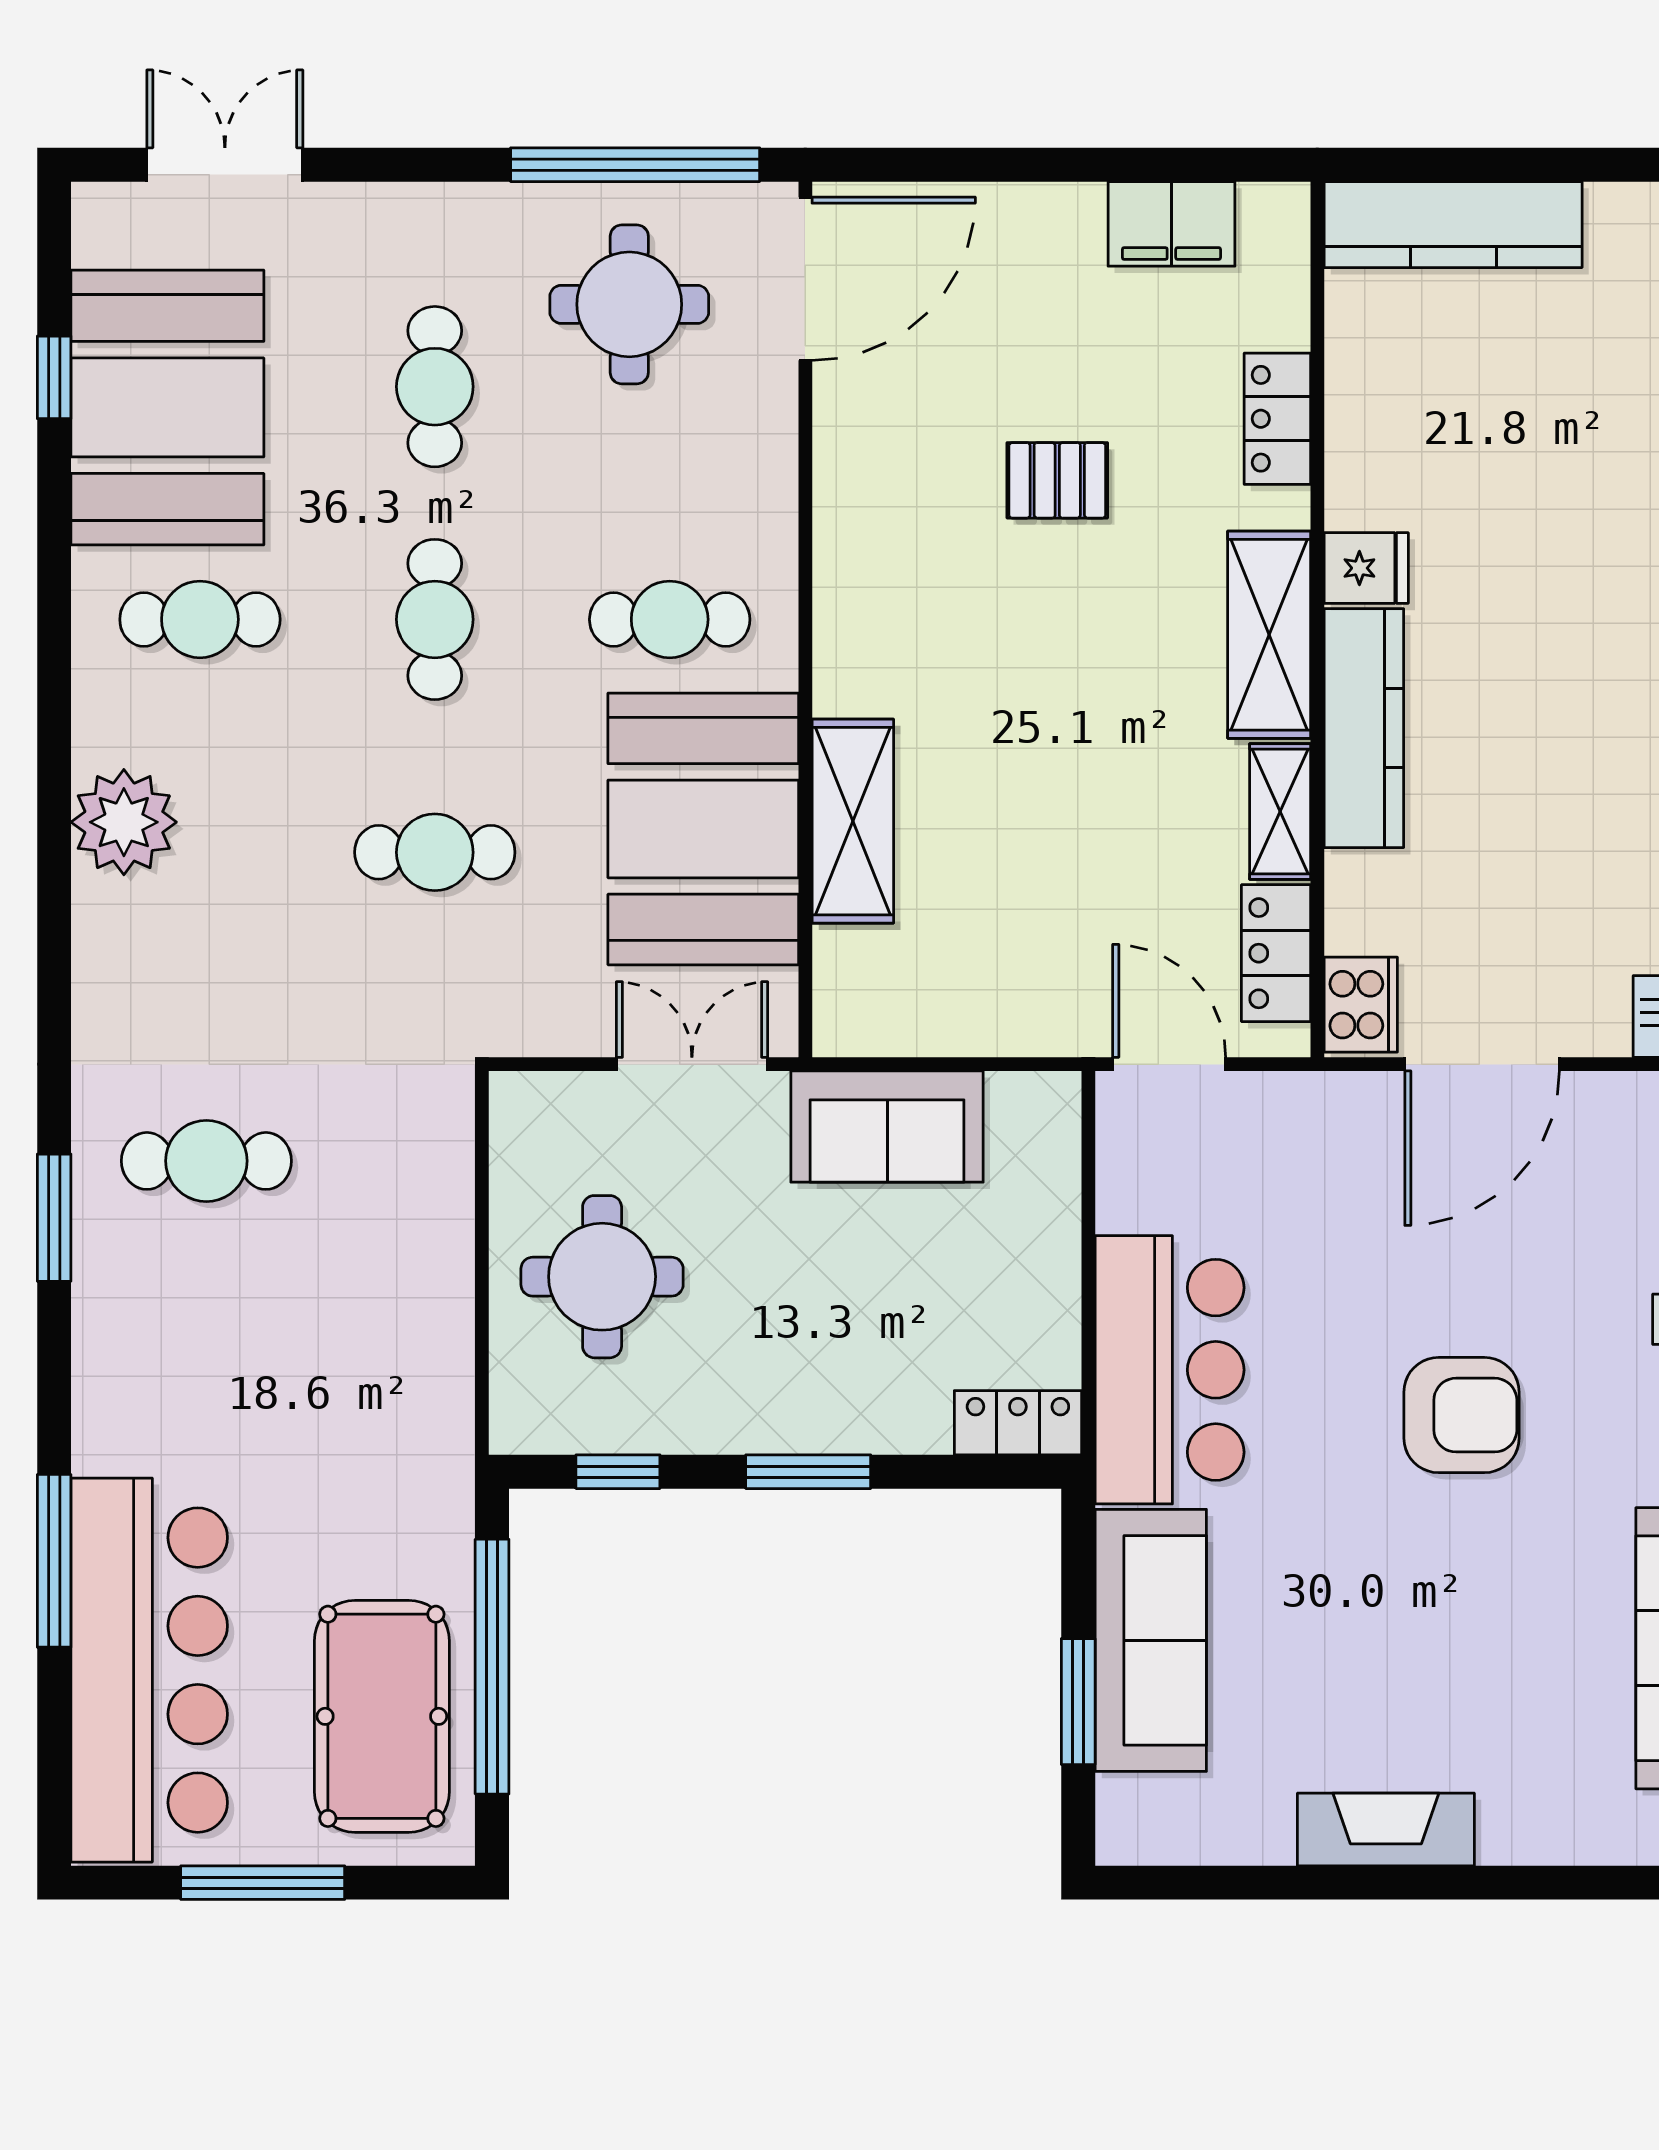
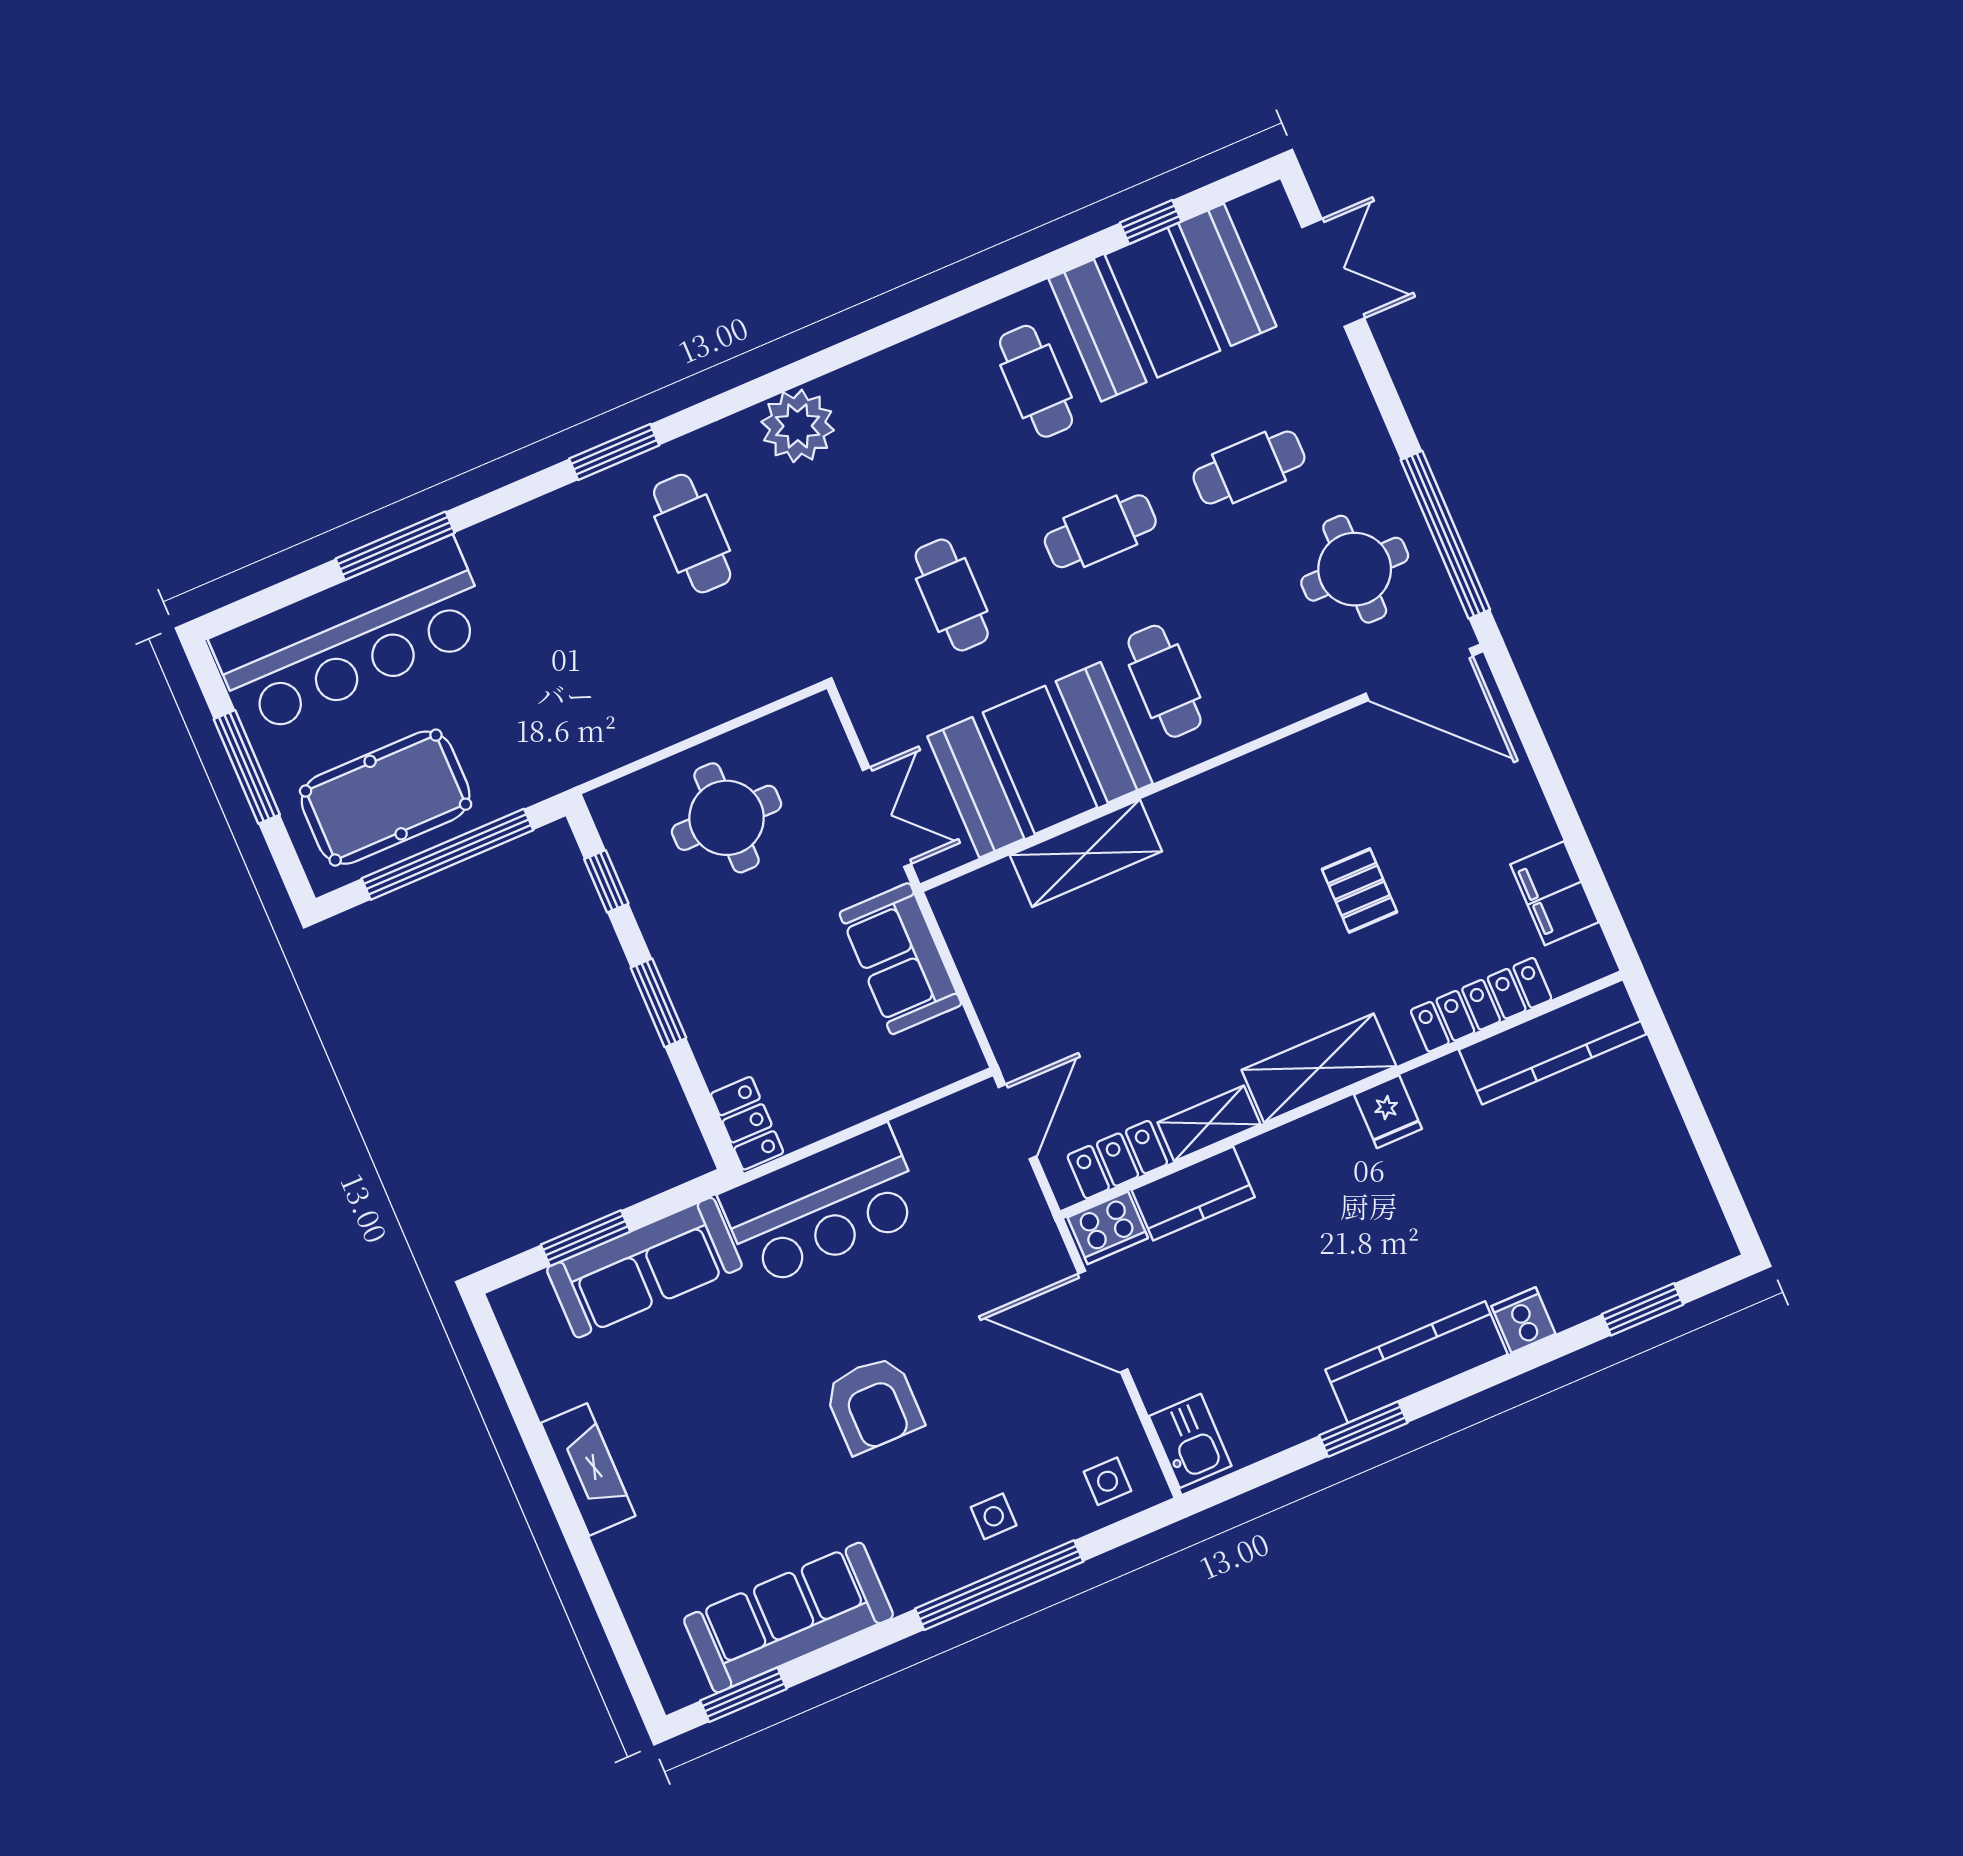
kitchen counter: (1453, 225) -> (1553, 1042), moved, turned -90
locker: (1277, 419) -> (1481, 1005), width x1.53
kitchen counter: (1364, 728) -> (1193, 1194), moved, width x0.67
plant: (124, 822) -> (798, 426), moved

